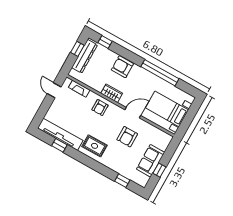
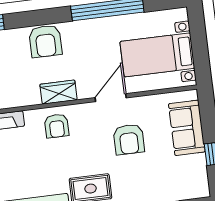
armchair: (122, 67) -> (45, 41), turned -90
sofa: (151, 161) -> (187, 128), moved

